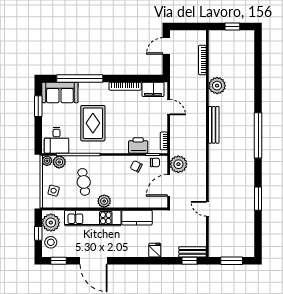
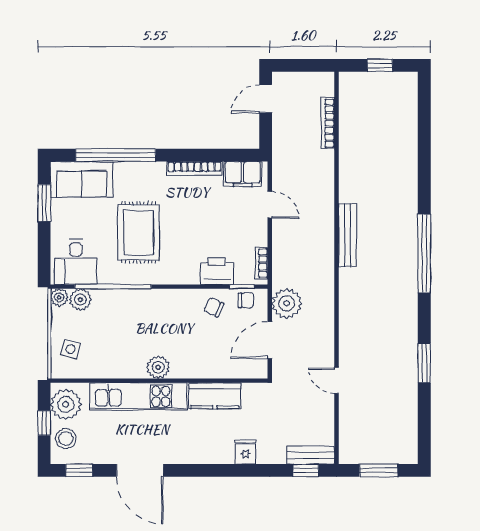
plant: (217, 86) -> (353, 167), removed
cafe table: (84, 182) -> (123, 334), removed

